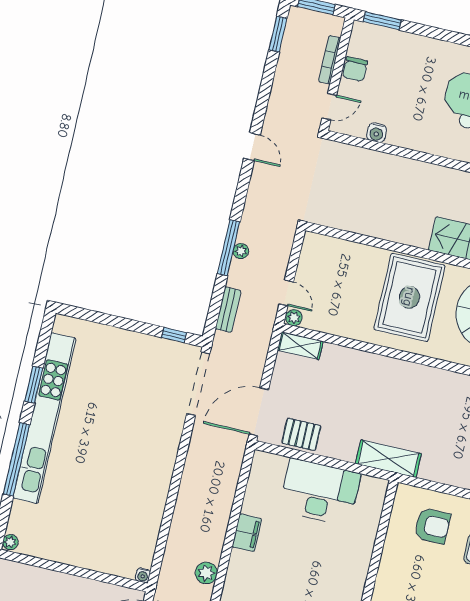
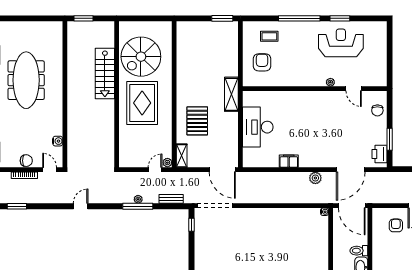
rug: (409, 297) -> (142, 103), turned 90
pallet: (301, 434) -> (197, 121), moved, width x1.50, depth x1.42

